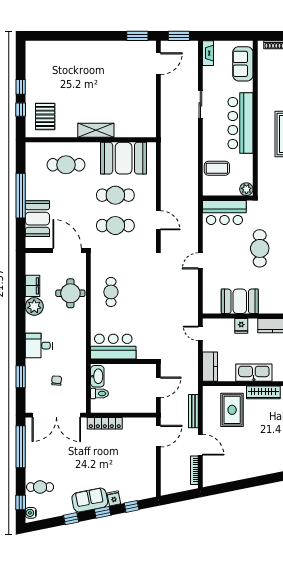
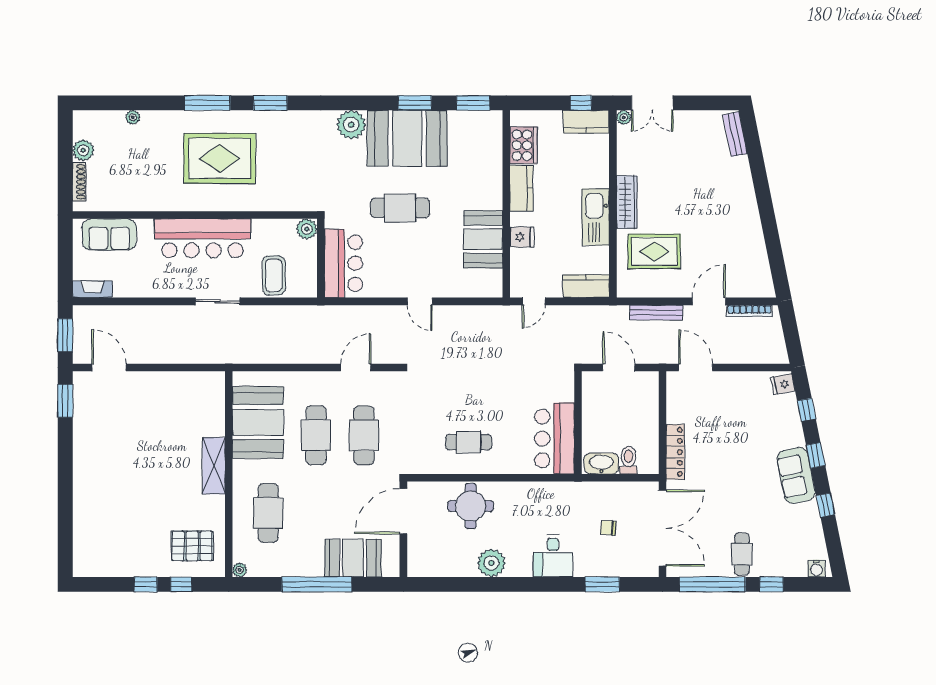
sliding door: (200, 104) -> (218, 301), moved
plant: (30, 147) -> (240, 570), added
filing cabinet: (32, 286) -> (459, 566), removed
cafe table: (40, 487) -> (742, 554), moved
fridge: (114, 498) -> (783, 384), moved
window: (21, 502) -> (772, 584), moved

